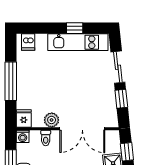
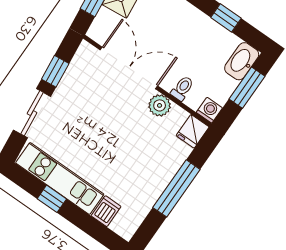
dishwasher: (28, 42) -> (106, 211), moved

